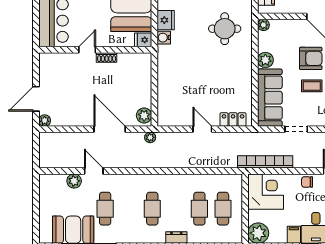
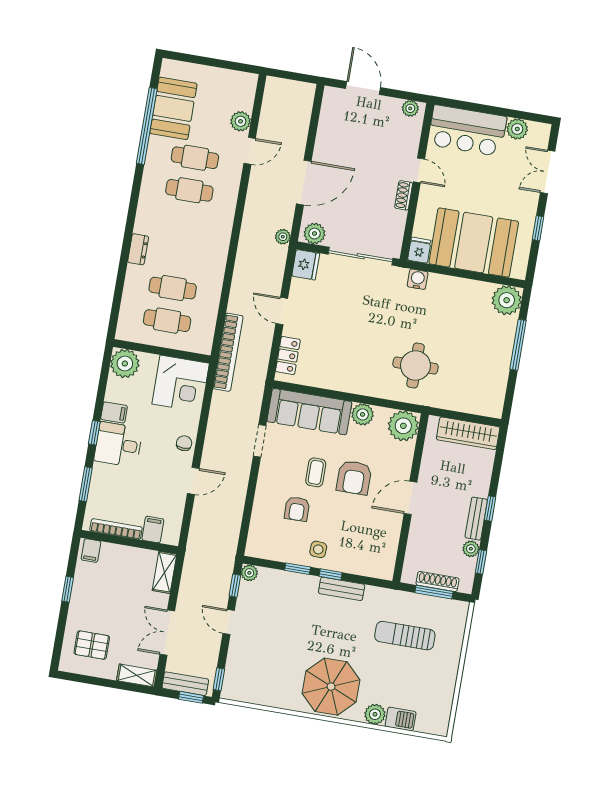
fridge: (166, 20) -> (306, 265), moved, turned -90
plant: (263, 25) -> (403, 426), width x1.88, depth x1.88
sliding door: (154, 80) -> (361, 256), added
plant: (45, 121) -> (410, 108), moved
door: (202, 129) -> (282, 311), swing flipped
bookcase: (265, 162) -> (228, 352), moved
cafe table: (152, 209) -> (189, 190), moved

